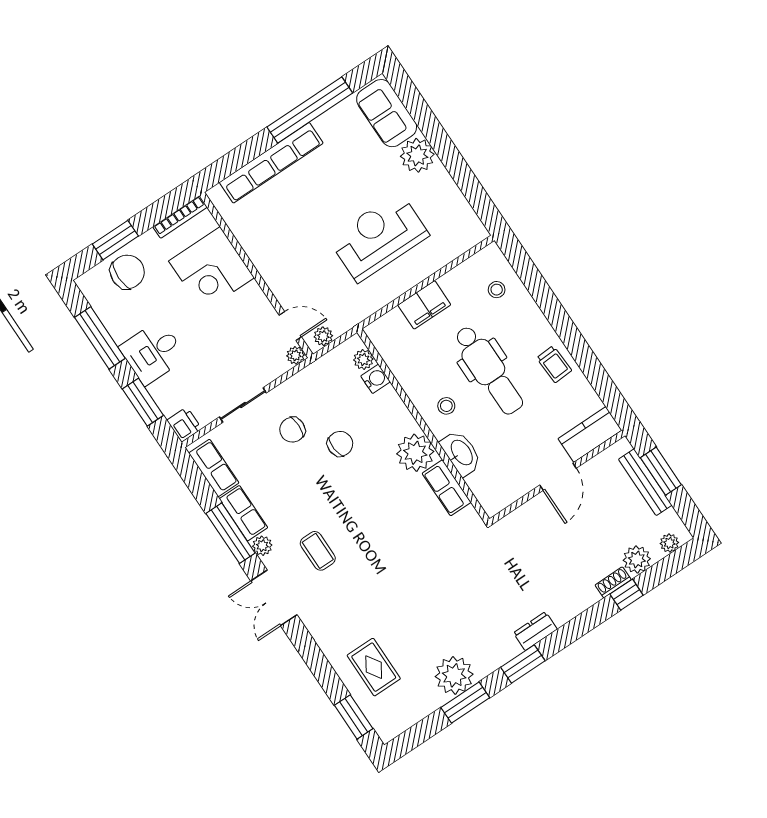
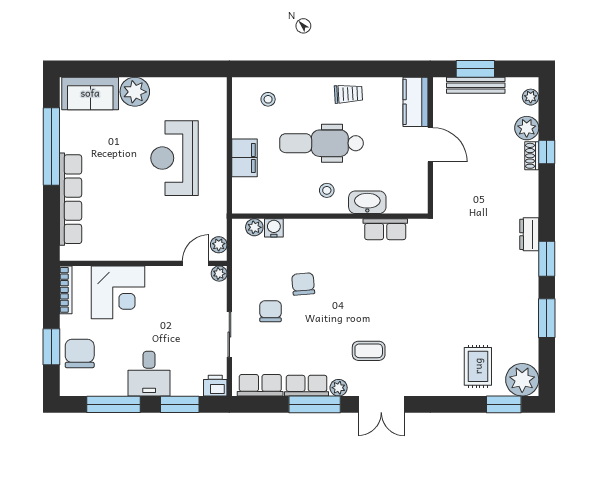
dental chair: (489, 370) -> (322, 143), turned 180
chair: (292, 430) -> (270, 311), turned 180
plant: (415, 453) -> (345, 235), removed
rug: (374, 667) -> (478, 366), turned 90
plant: (454, 675) -> (522, 380), moved

